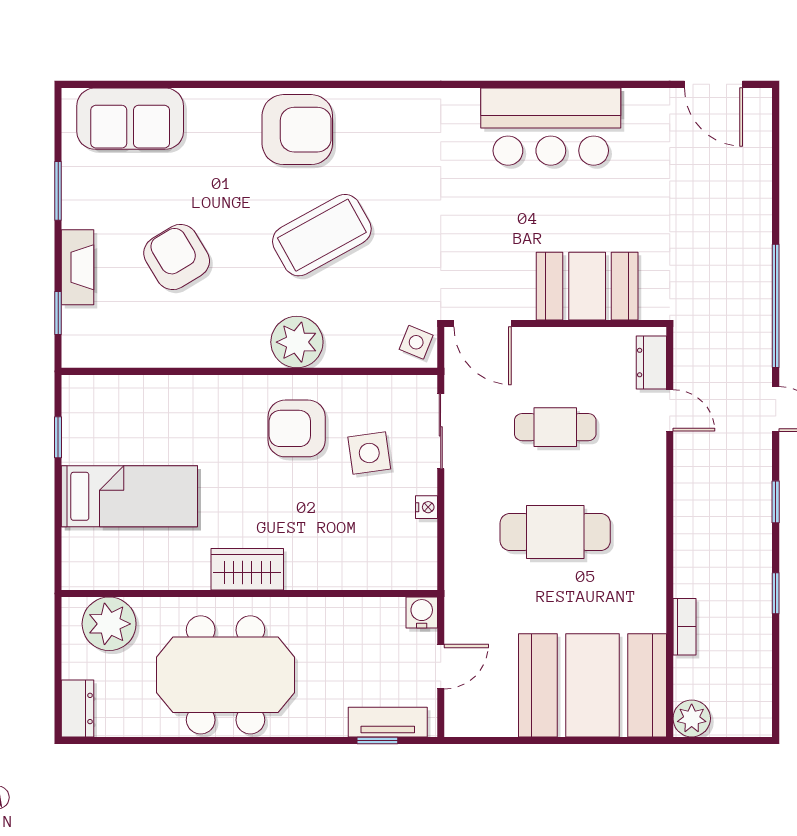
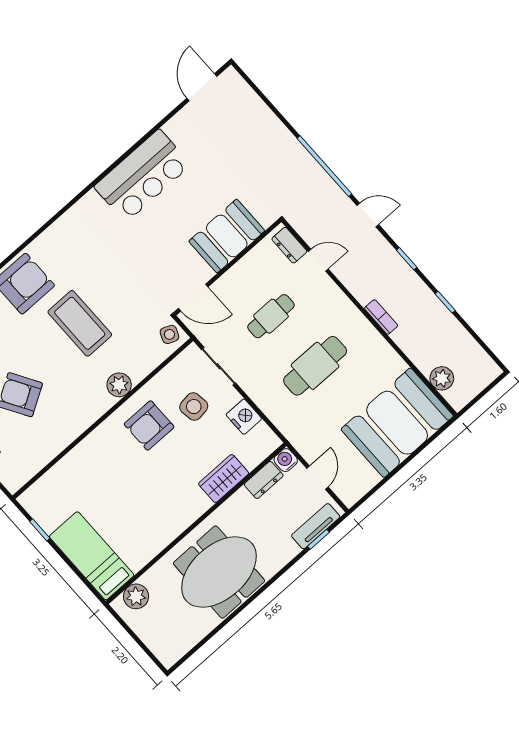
door: (714, 84) -> (202, 87), swing flipped
coffee table: (322, 235) -> (80, 323), turned -61
plant: (297, 342) -> (119, 385), width x0.73, depth x0.73
bed: (129, 496) -> (92, 556), moved, turned -90
nightstand: (426, 507) -> (244, 417), width x1.89, depth x1.79
wardrobe: (247, 569) -> (224, 478), moved
plant: (109, 624) -> (136, 596), width x0.73, depth x0.73
bookcase: (684, 627) -> (381, 317), moved
dresser: (77, 708) -> (264, 480), moved, turned 90
plant: (692, 718) -> (442, 378), moved

